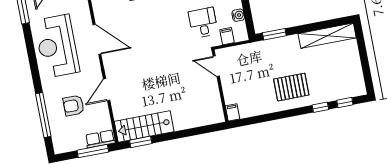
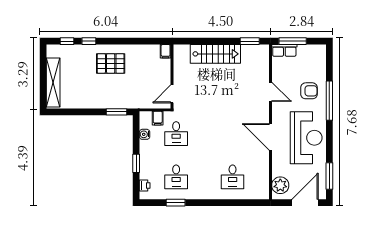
shelving: (327, 36) -> (53, 82), moved, turned 90
door: (216, 66) -> (172, 94), swing flipped
door: (107, 90) -> (271, 92), hinge flipped
armchair: (74, 106) -> (309, 91), moved
window: (43, 115) -> (329, 101), moved
stairs: (144, 127) -> (215, 54), moved

